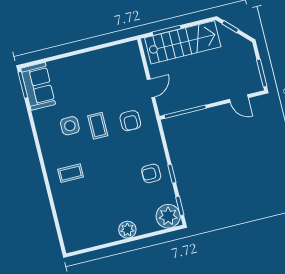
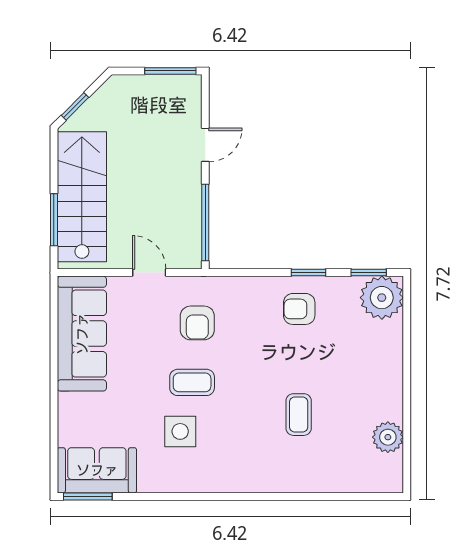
sofa: (109, 60) -> (82, 334), added
door: (239, 98) -> (205, 145), moved
armchair: (130, 121) -> (197, 323), turned 90
coffee table: (71, 173) -> (299, 415), moved
armchair: (151, 173) -> (299, 309), turned 90
plant: (127, 230) -> (388, 437), moved

